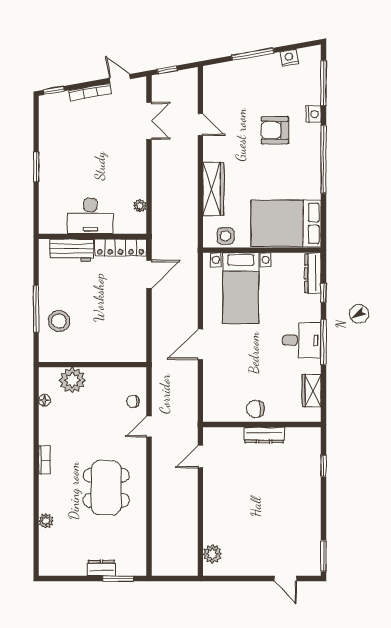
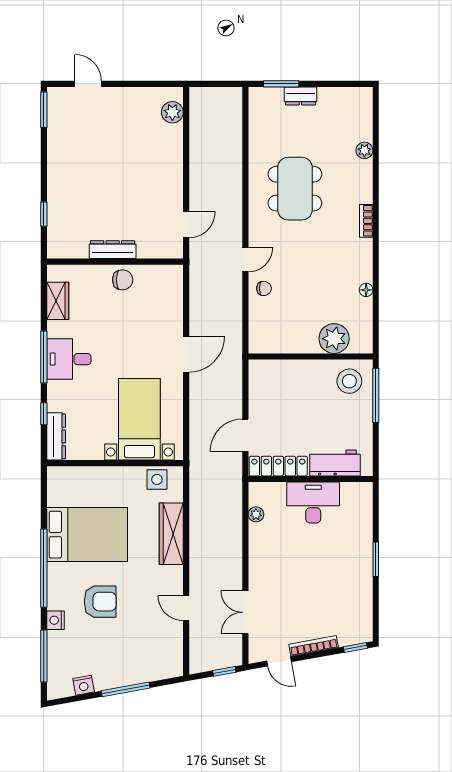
bed: (286, 223) -> (87, 535), moved
wall: (93, 365) -> (311, 357), moved
plant: (72, 380) -> (334, 339), moved

